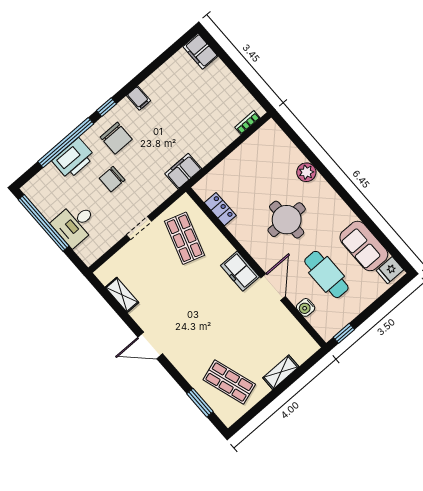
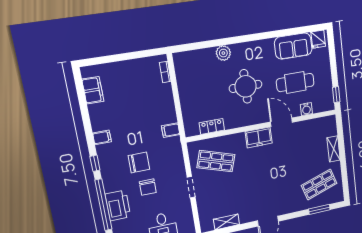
filing cabinet: (200, 51) -> (93, 90), moved, turned -90
chair: (116, 138) -> (139, 162), moved
filing cabinet: (183, 171) -> (171, 130), width x0.50

